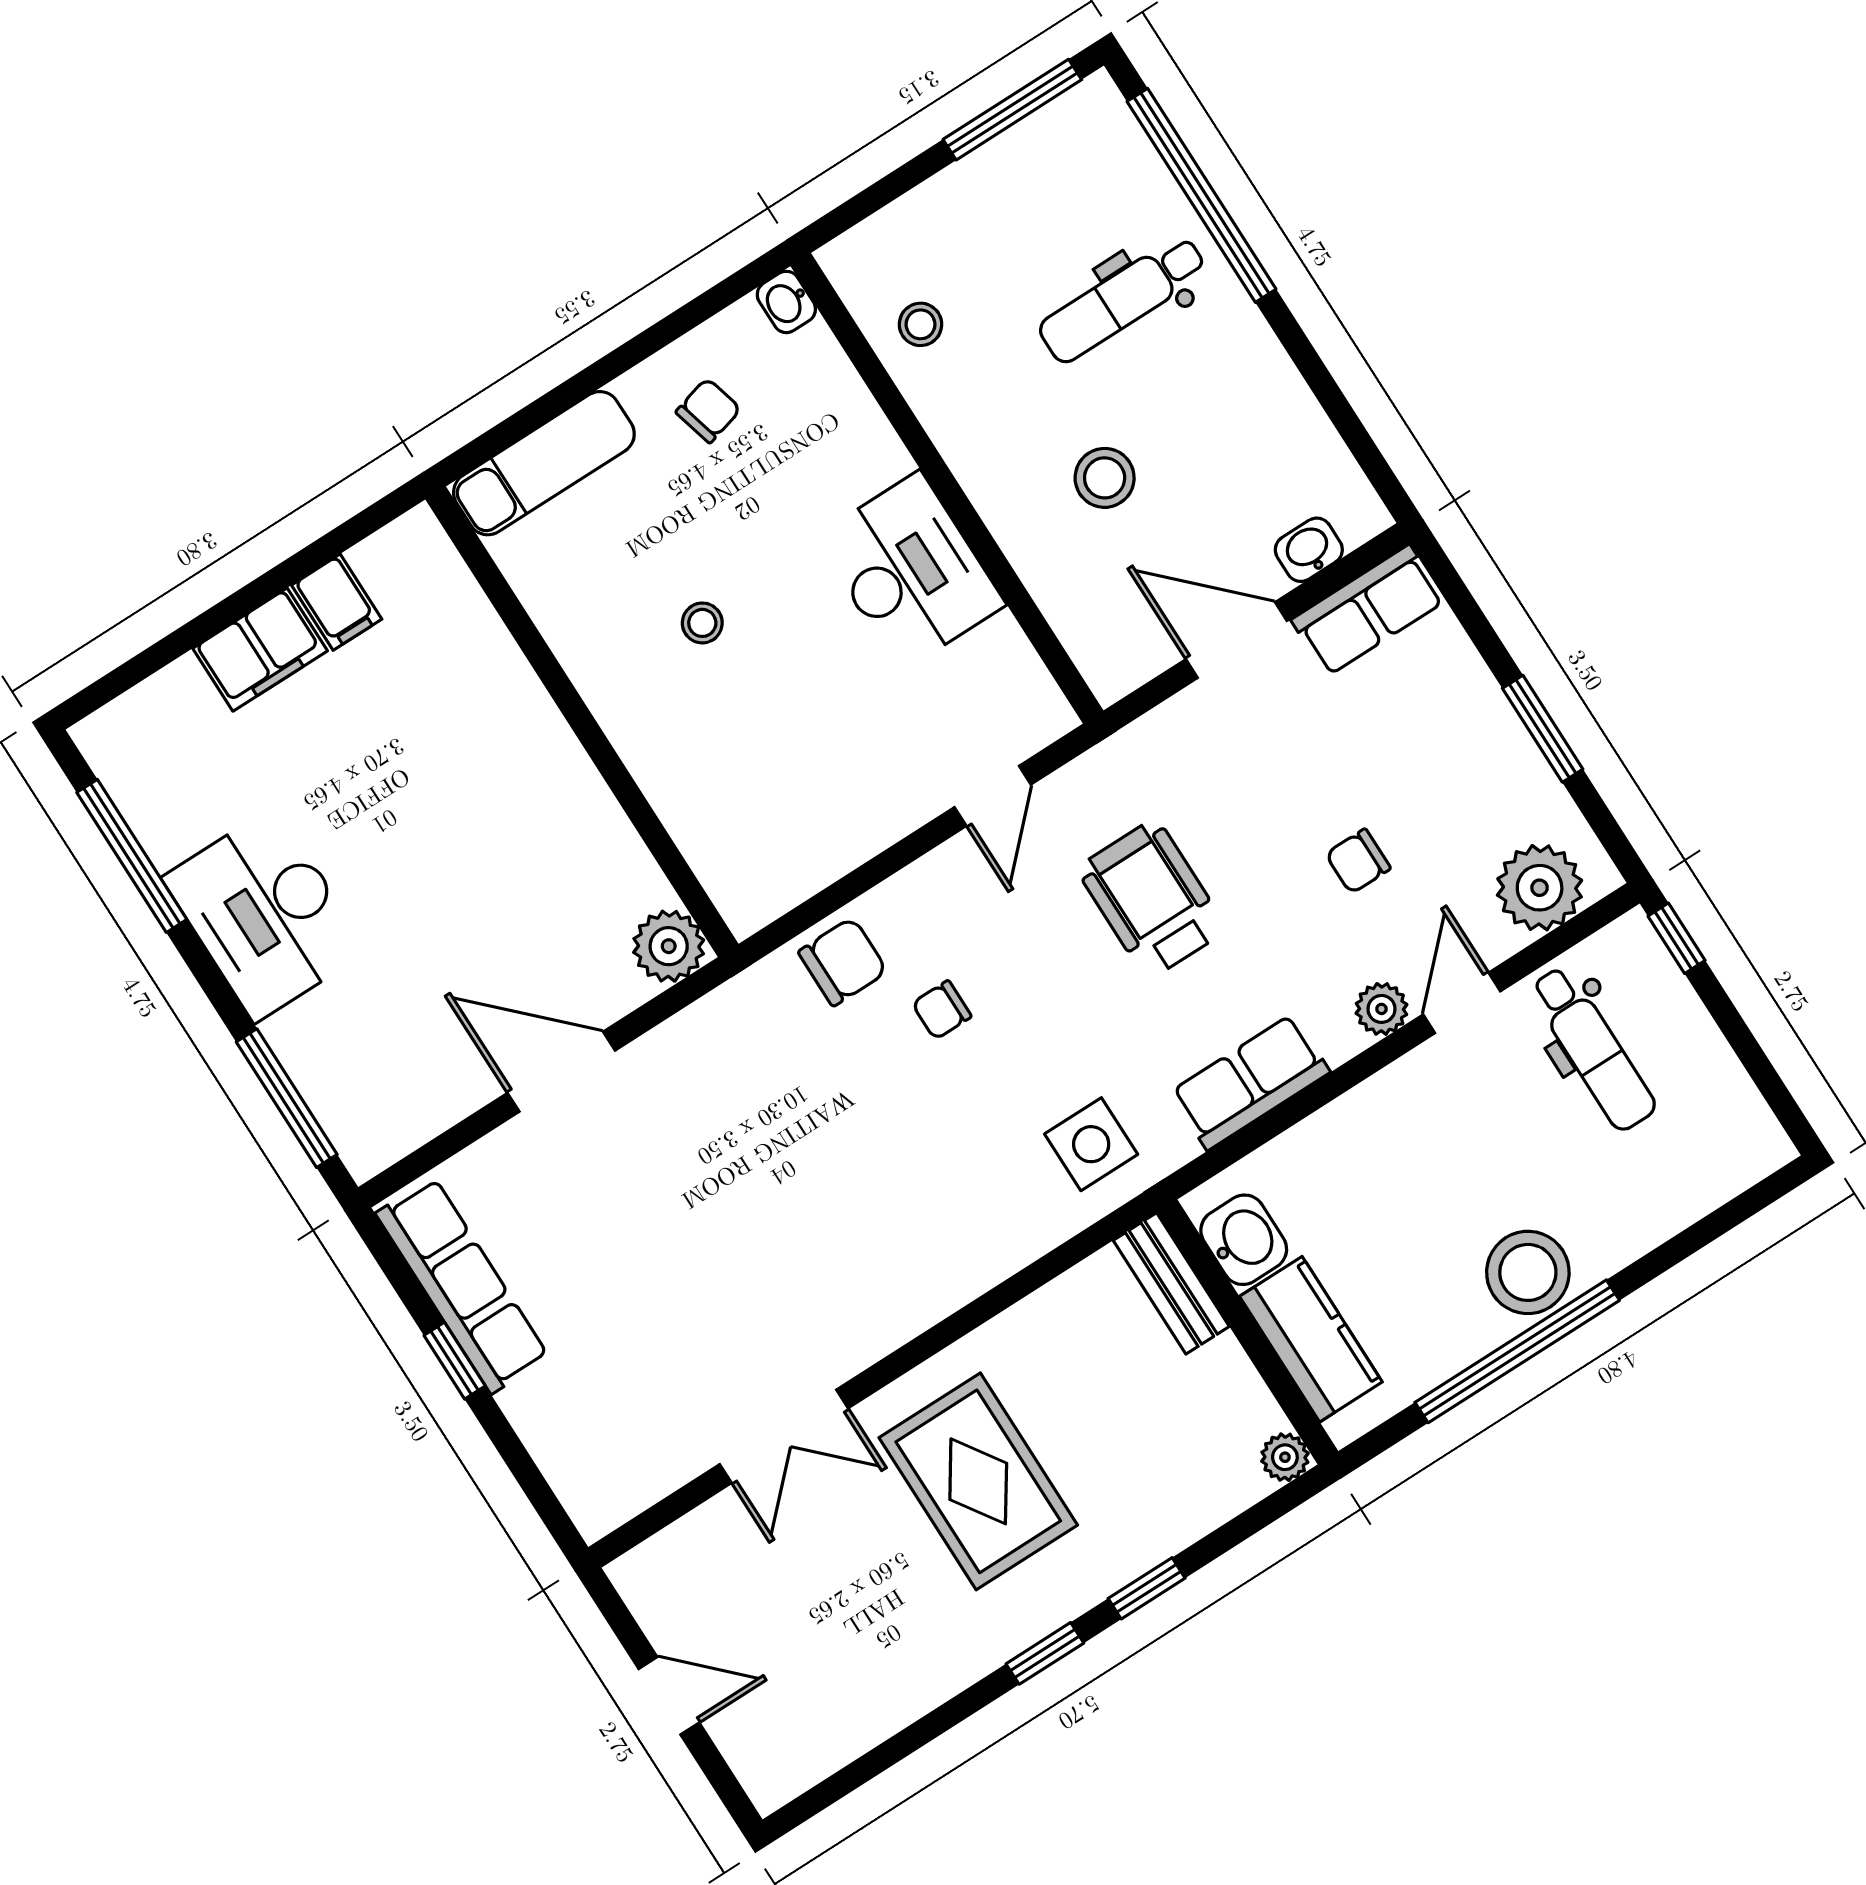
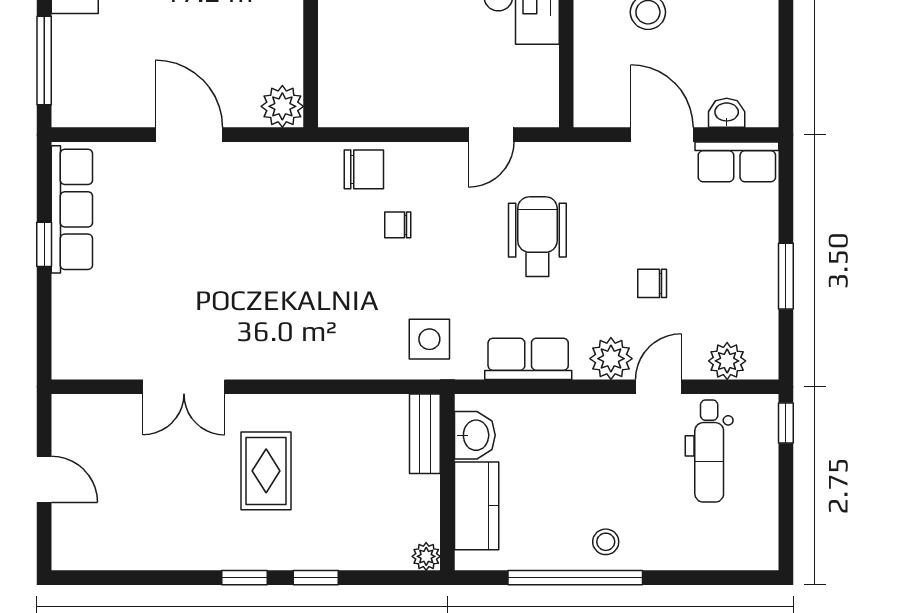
plant: (1540, 888) -> (727, 361), width x0.73, depth x0.73
plant: (1381, 1009) -> (611, 359), width x1.38, depth x1.38
stool: (1528, 1272) -> (606, 542), width x0.53, depth x0.53
rug: (978, 1481) -> (266, 471), width x0.73, depth x0.70

